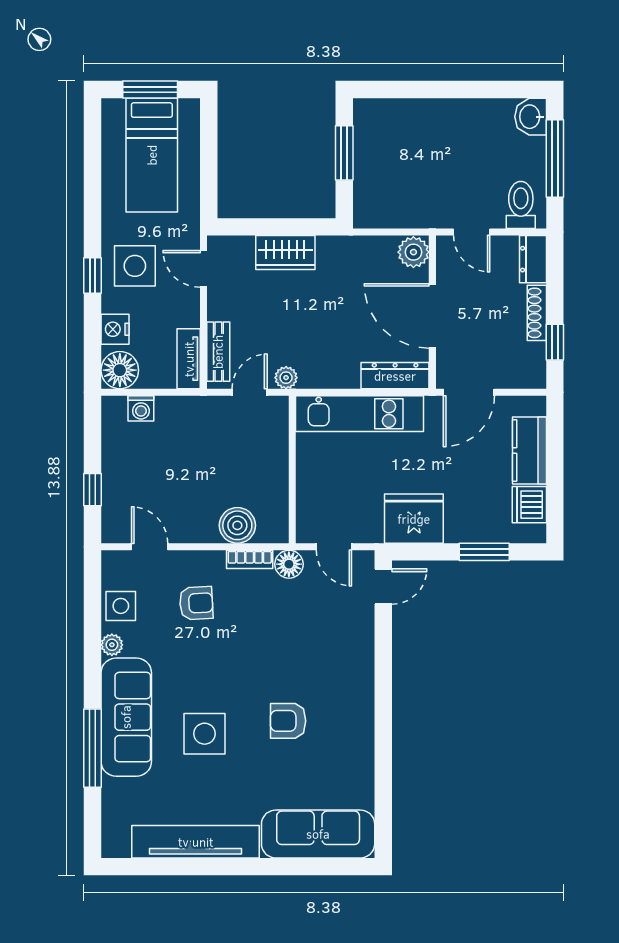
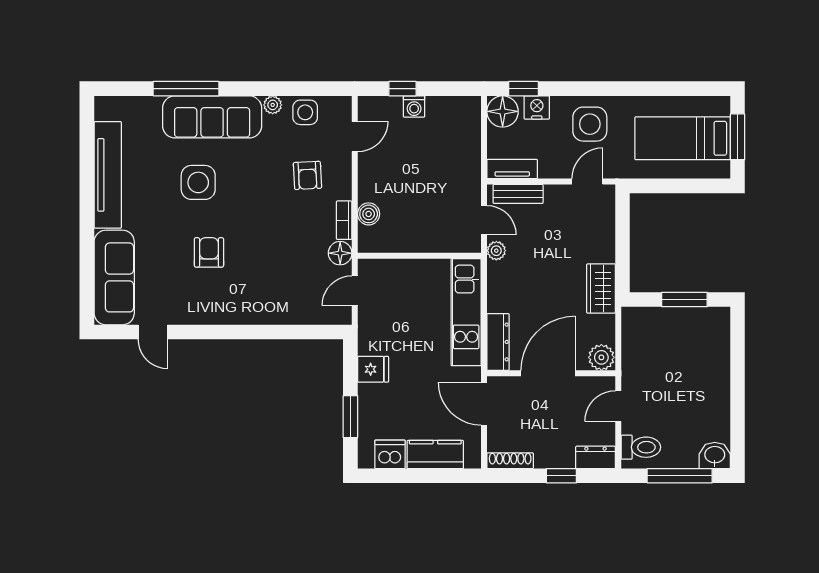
wardrobe: (285, 253) -> (601, 288), moved
window: (93, 275) -> (524, 89), moved
shoe rack: (537, 313) -> (510, 461), moved
window: (555, 342) -> (561, 476), moved
washing machine: (141, 408) -> (414, 107), moved, turned -90
fridge: (414, 519) -> (373, 369), width x0.53, depth x0.75
boiler: (237, 525) -> (369, 214), width x0.73, depth x0.73
door: (383, 587) -> (153, 332), moved

